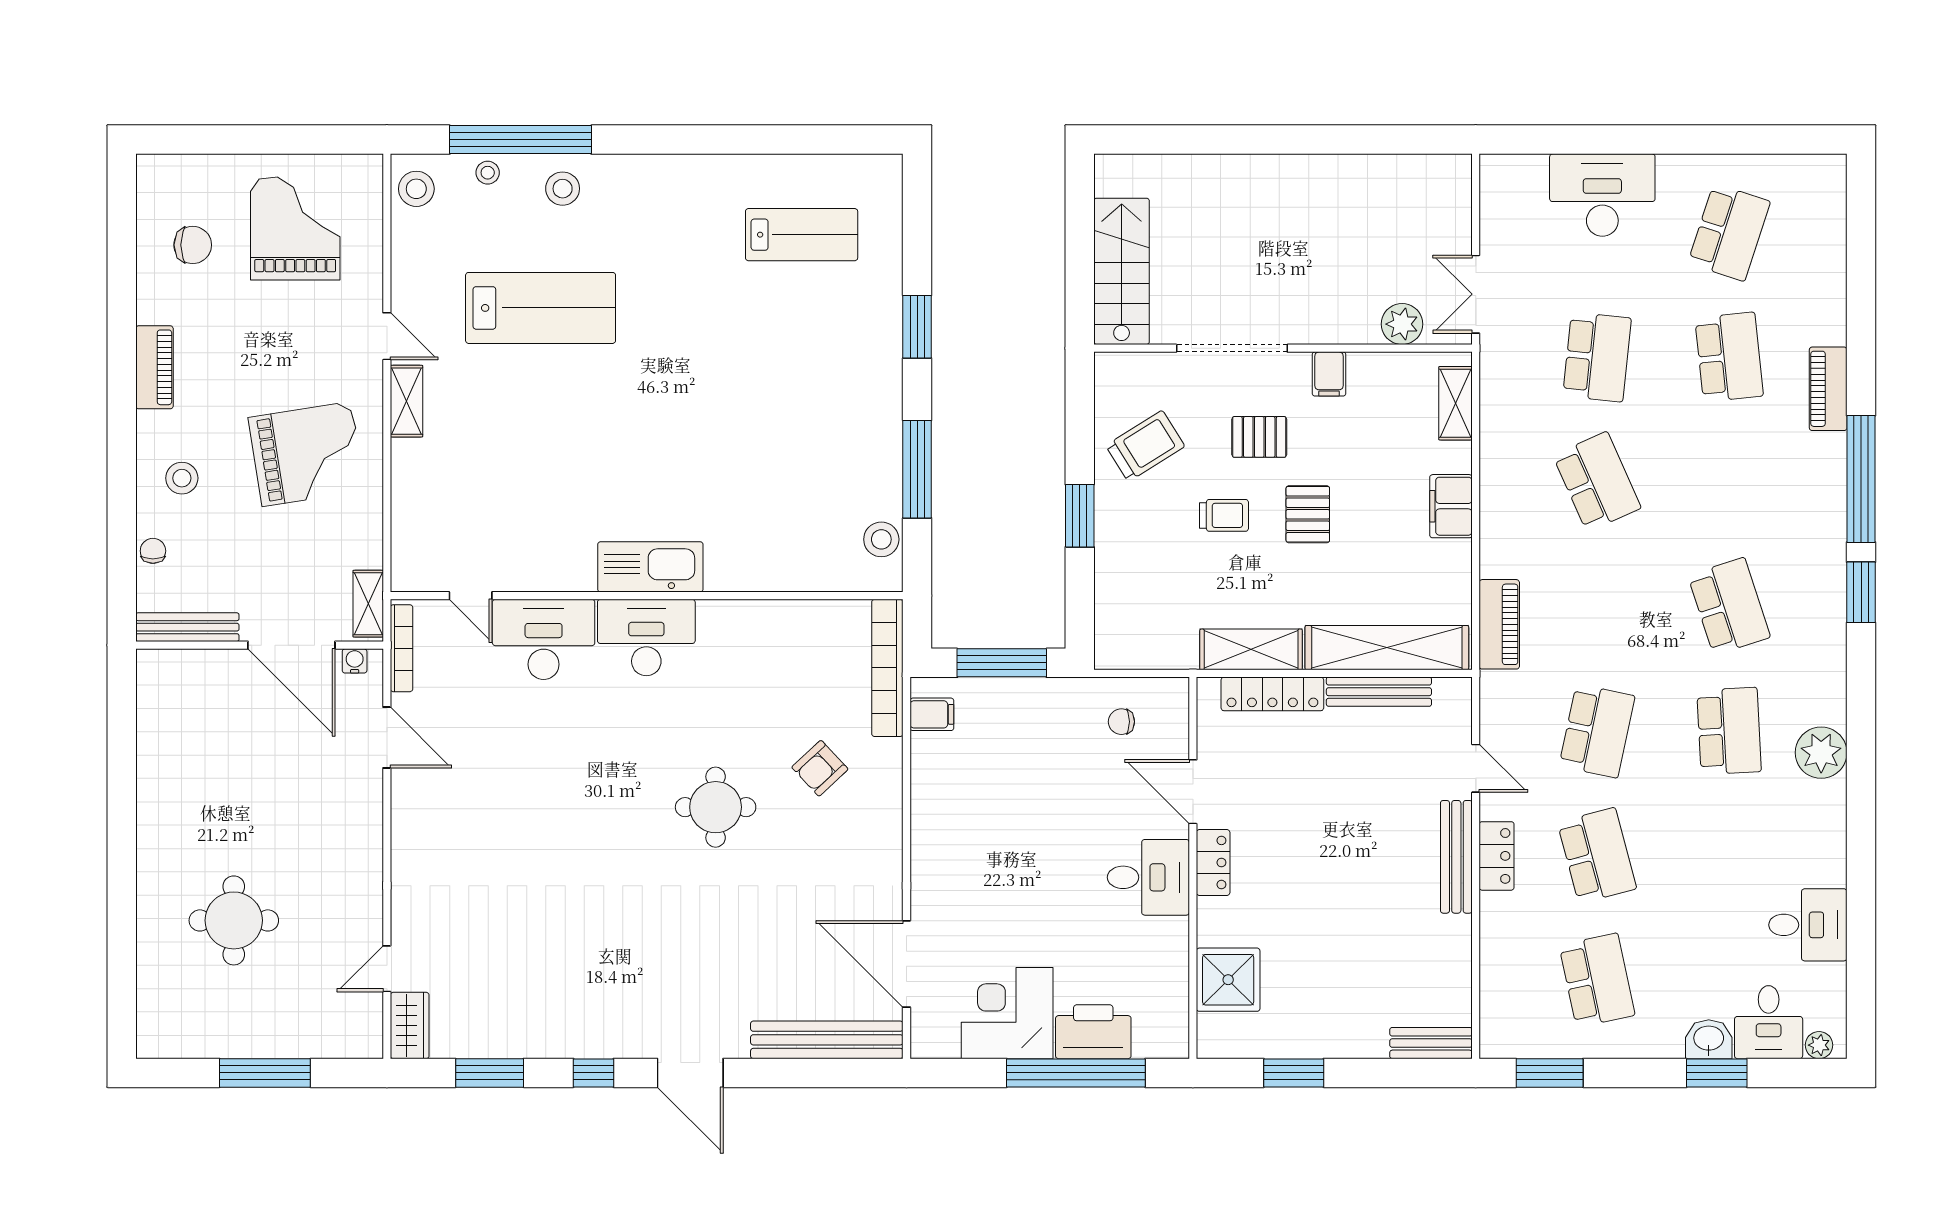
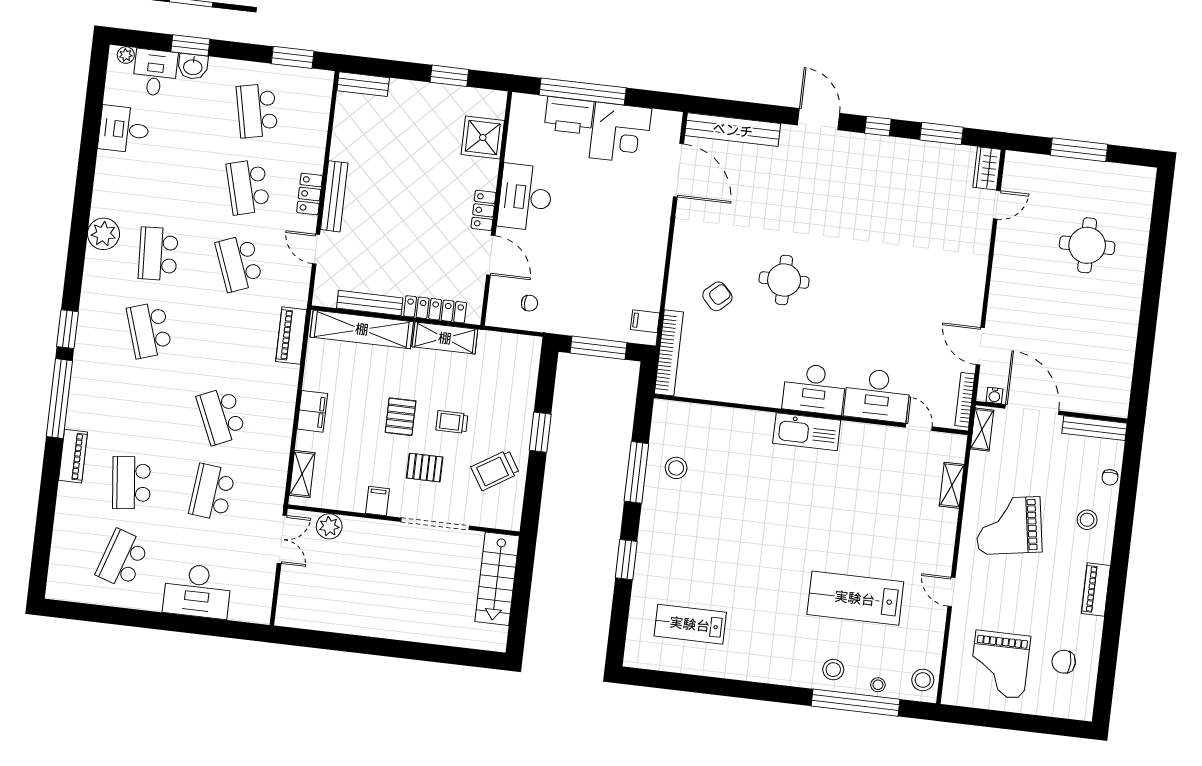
shelving: (407, 401) -> (952, 485), moved
stool: (881, 539) -> (676, 468), moved
school desk: (1597, 731) -> (239, 263), turned -33
desk: (1148, 877) -> (525, 197), width x1.37

